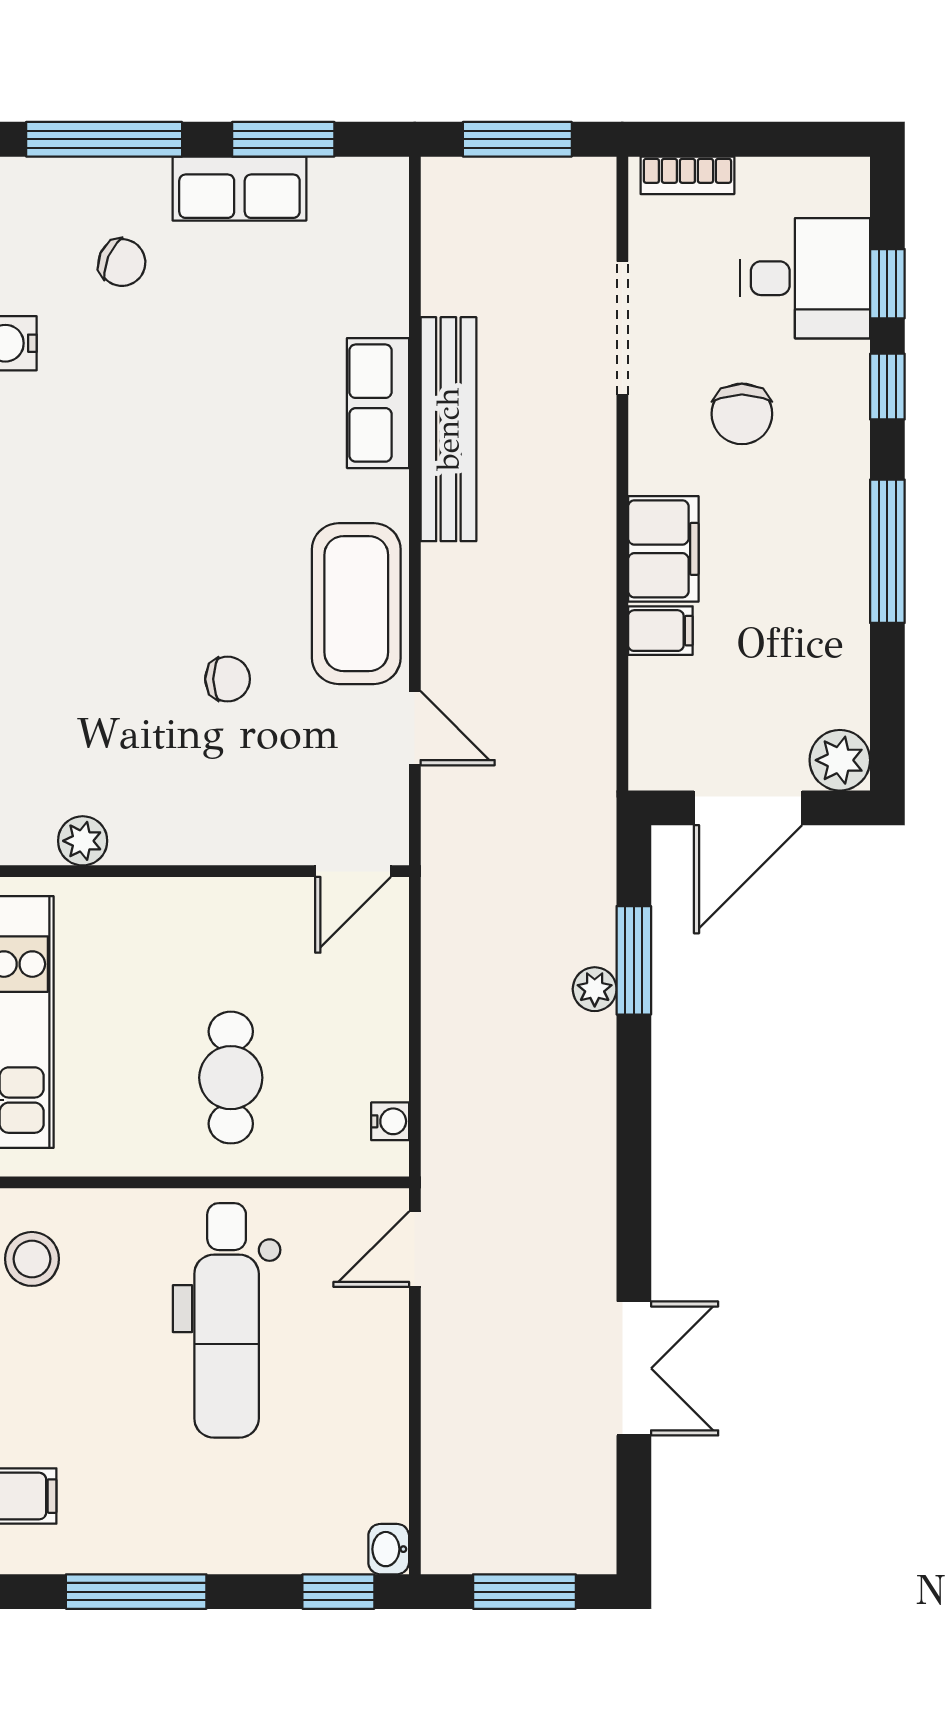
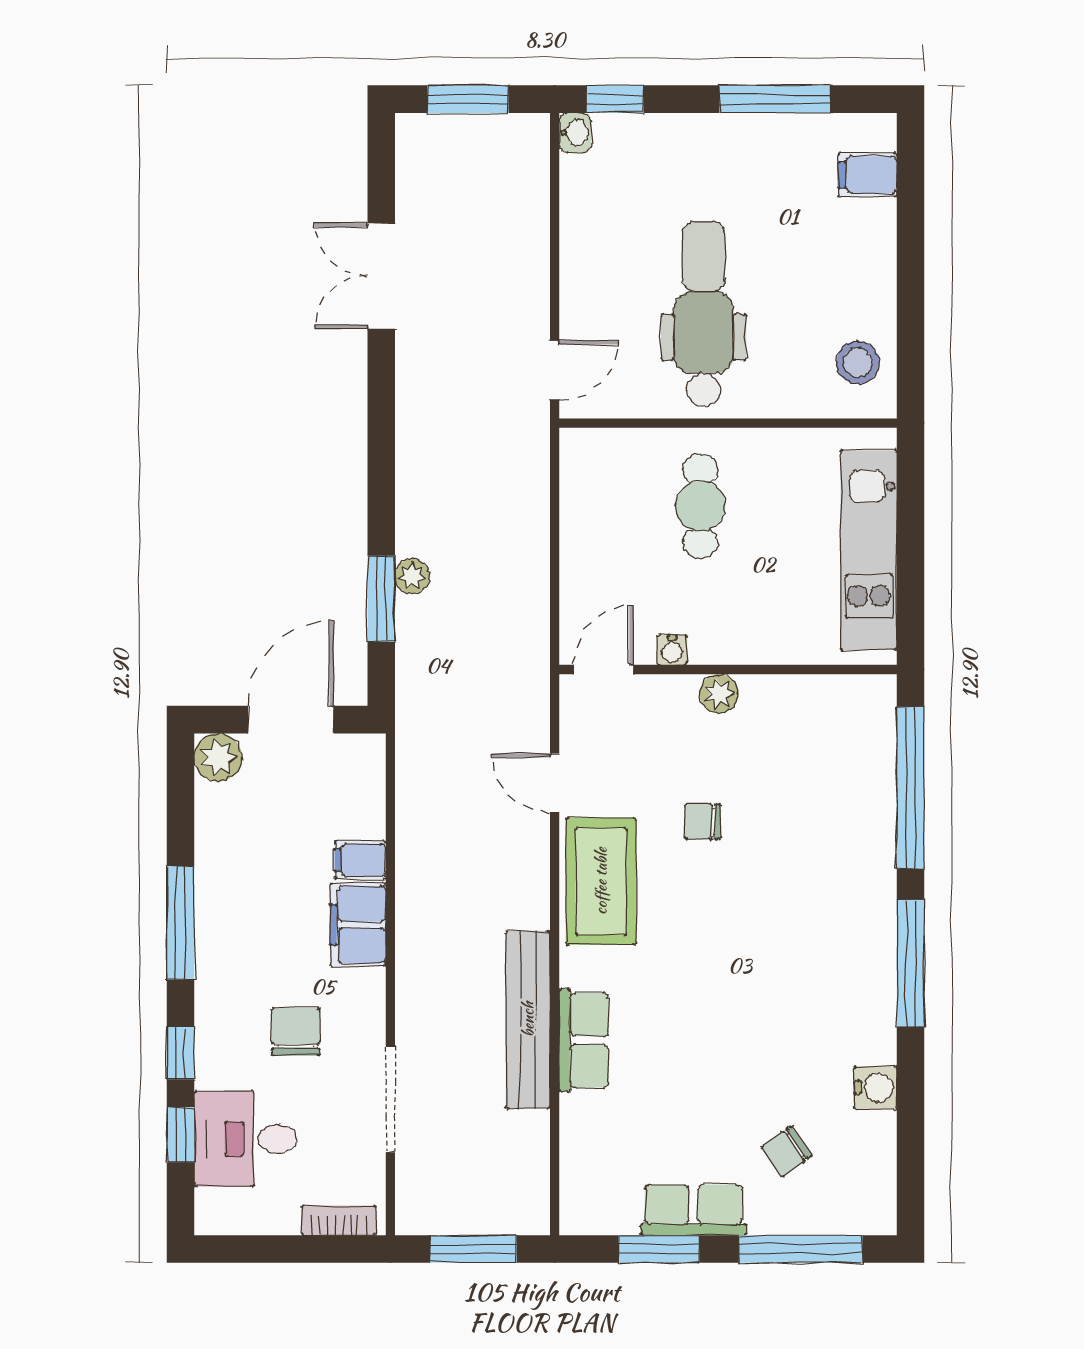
chair: (122, 263) -> (786, 1151), turned -59
plant: (83, 841) -> (719, 694), moved
water cooler: (390, 1121) -> (672, 650), moved, turned -90

